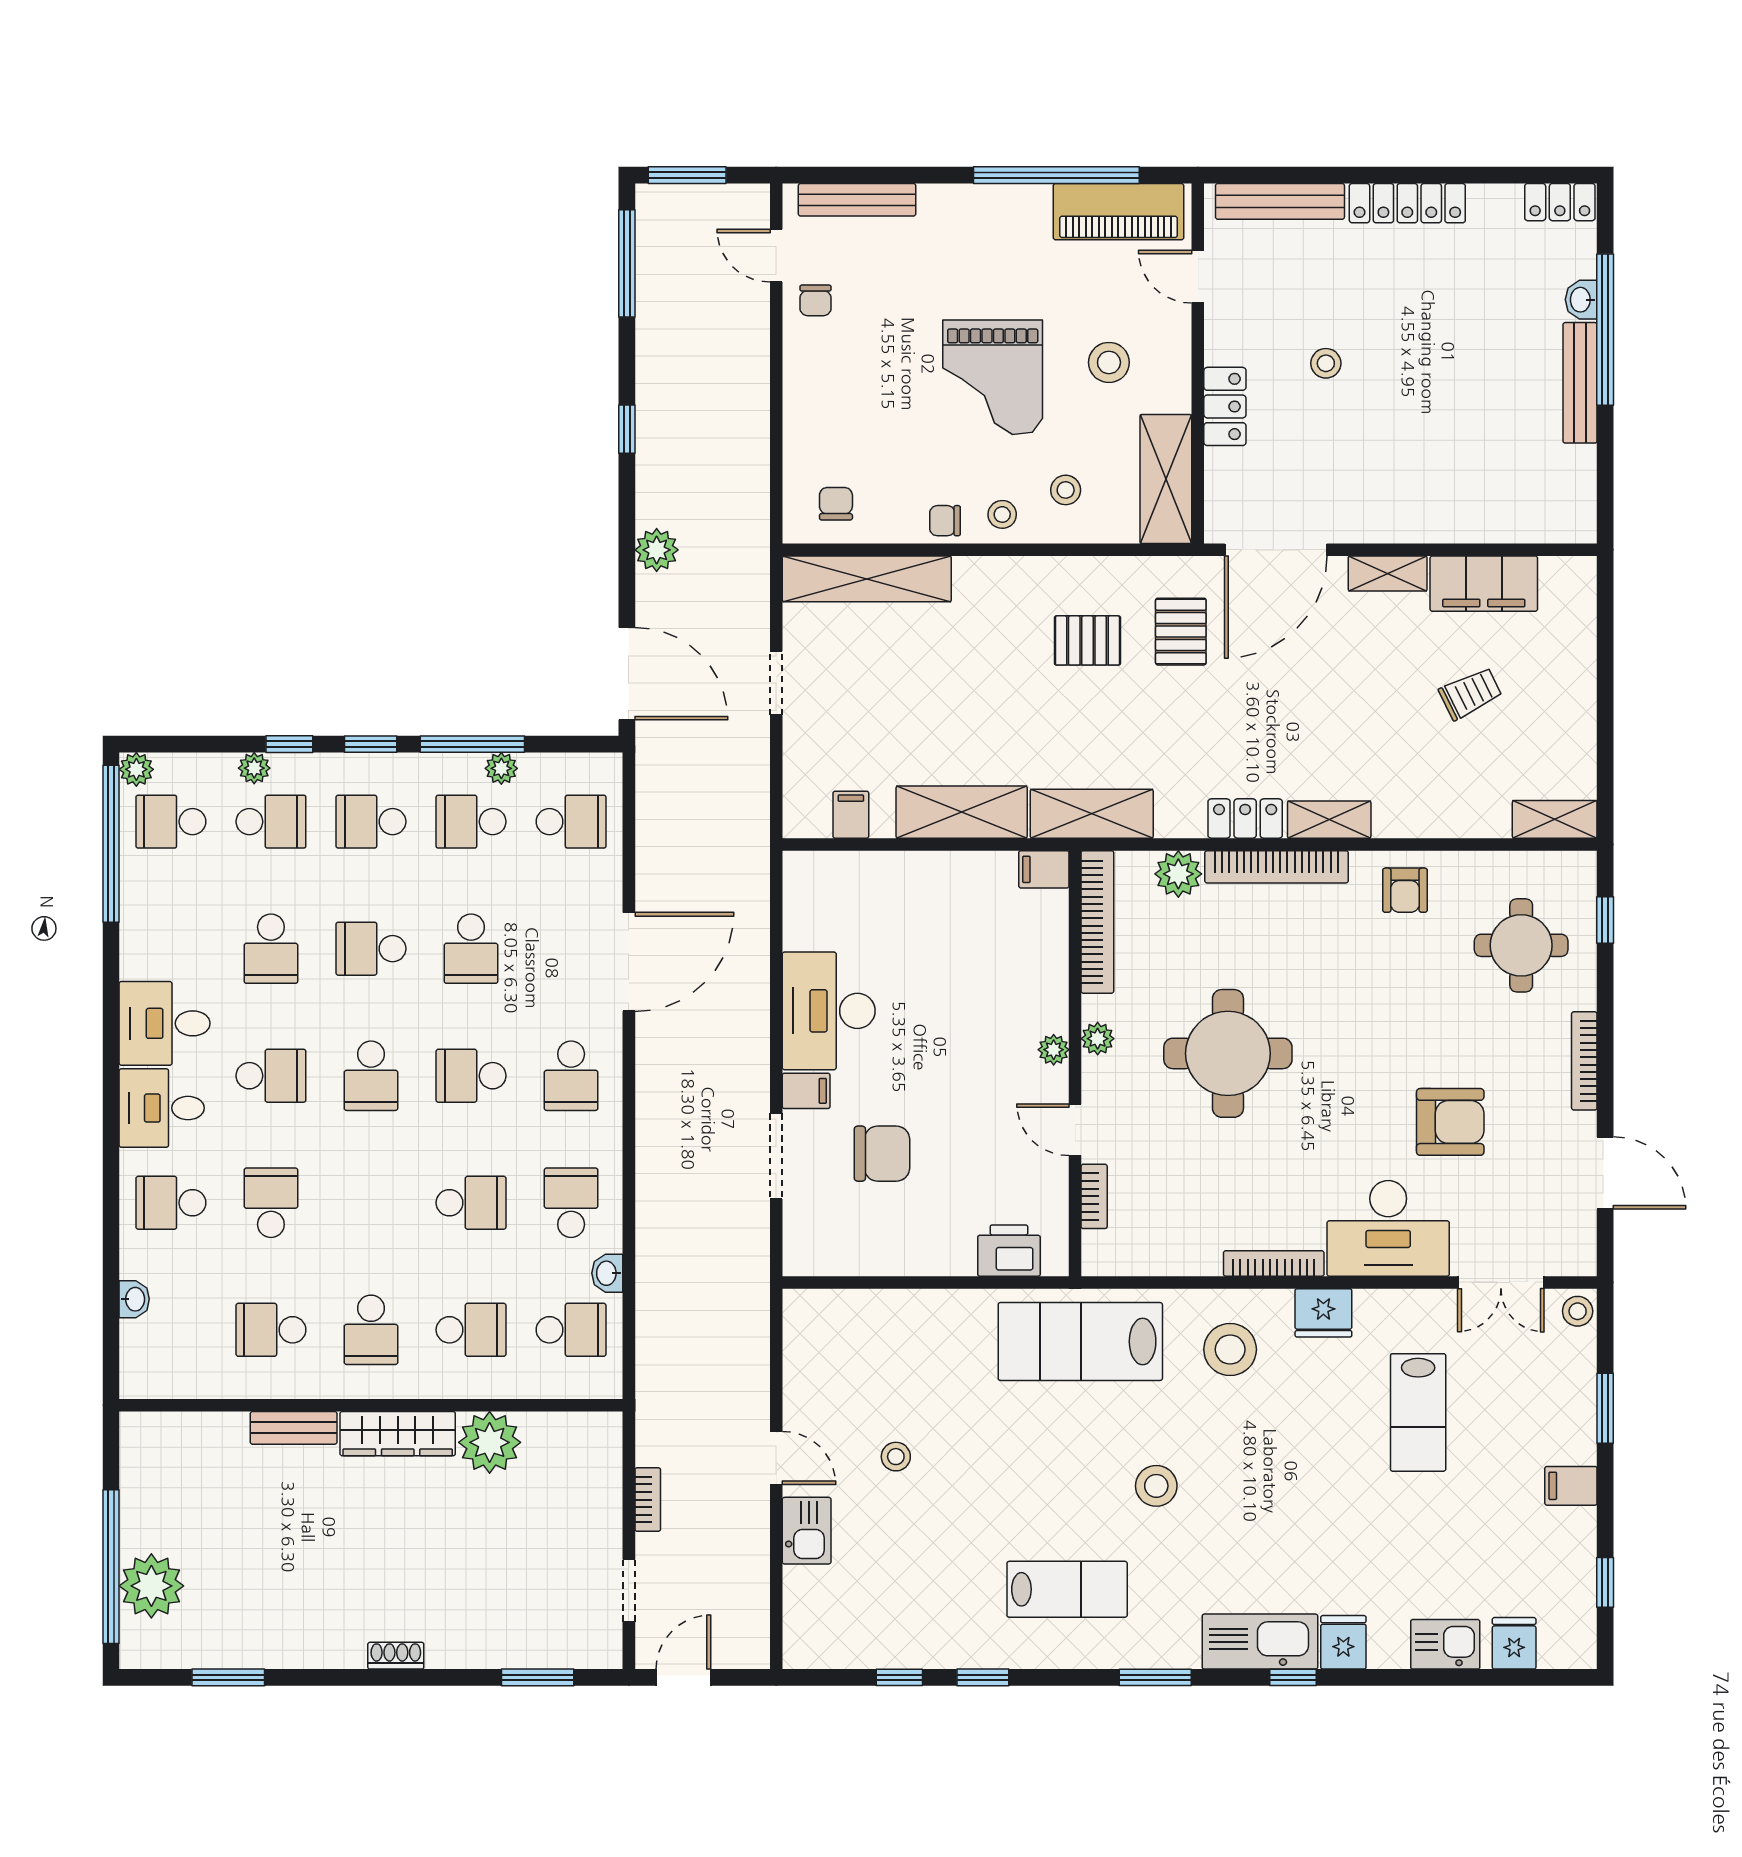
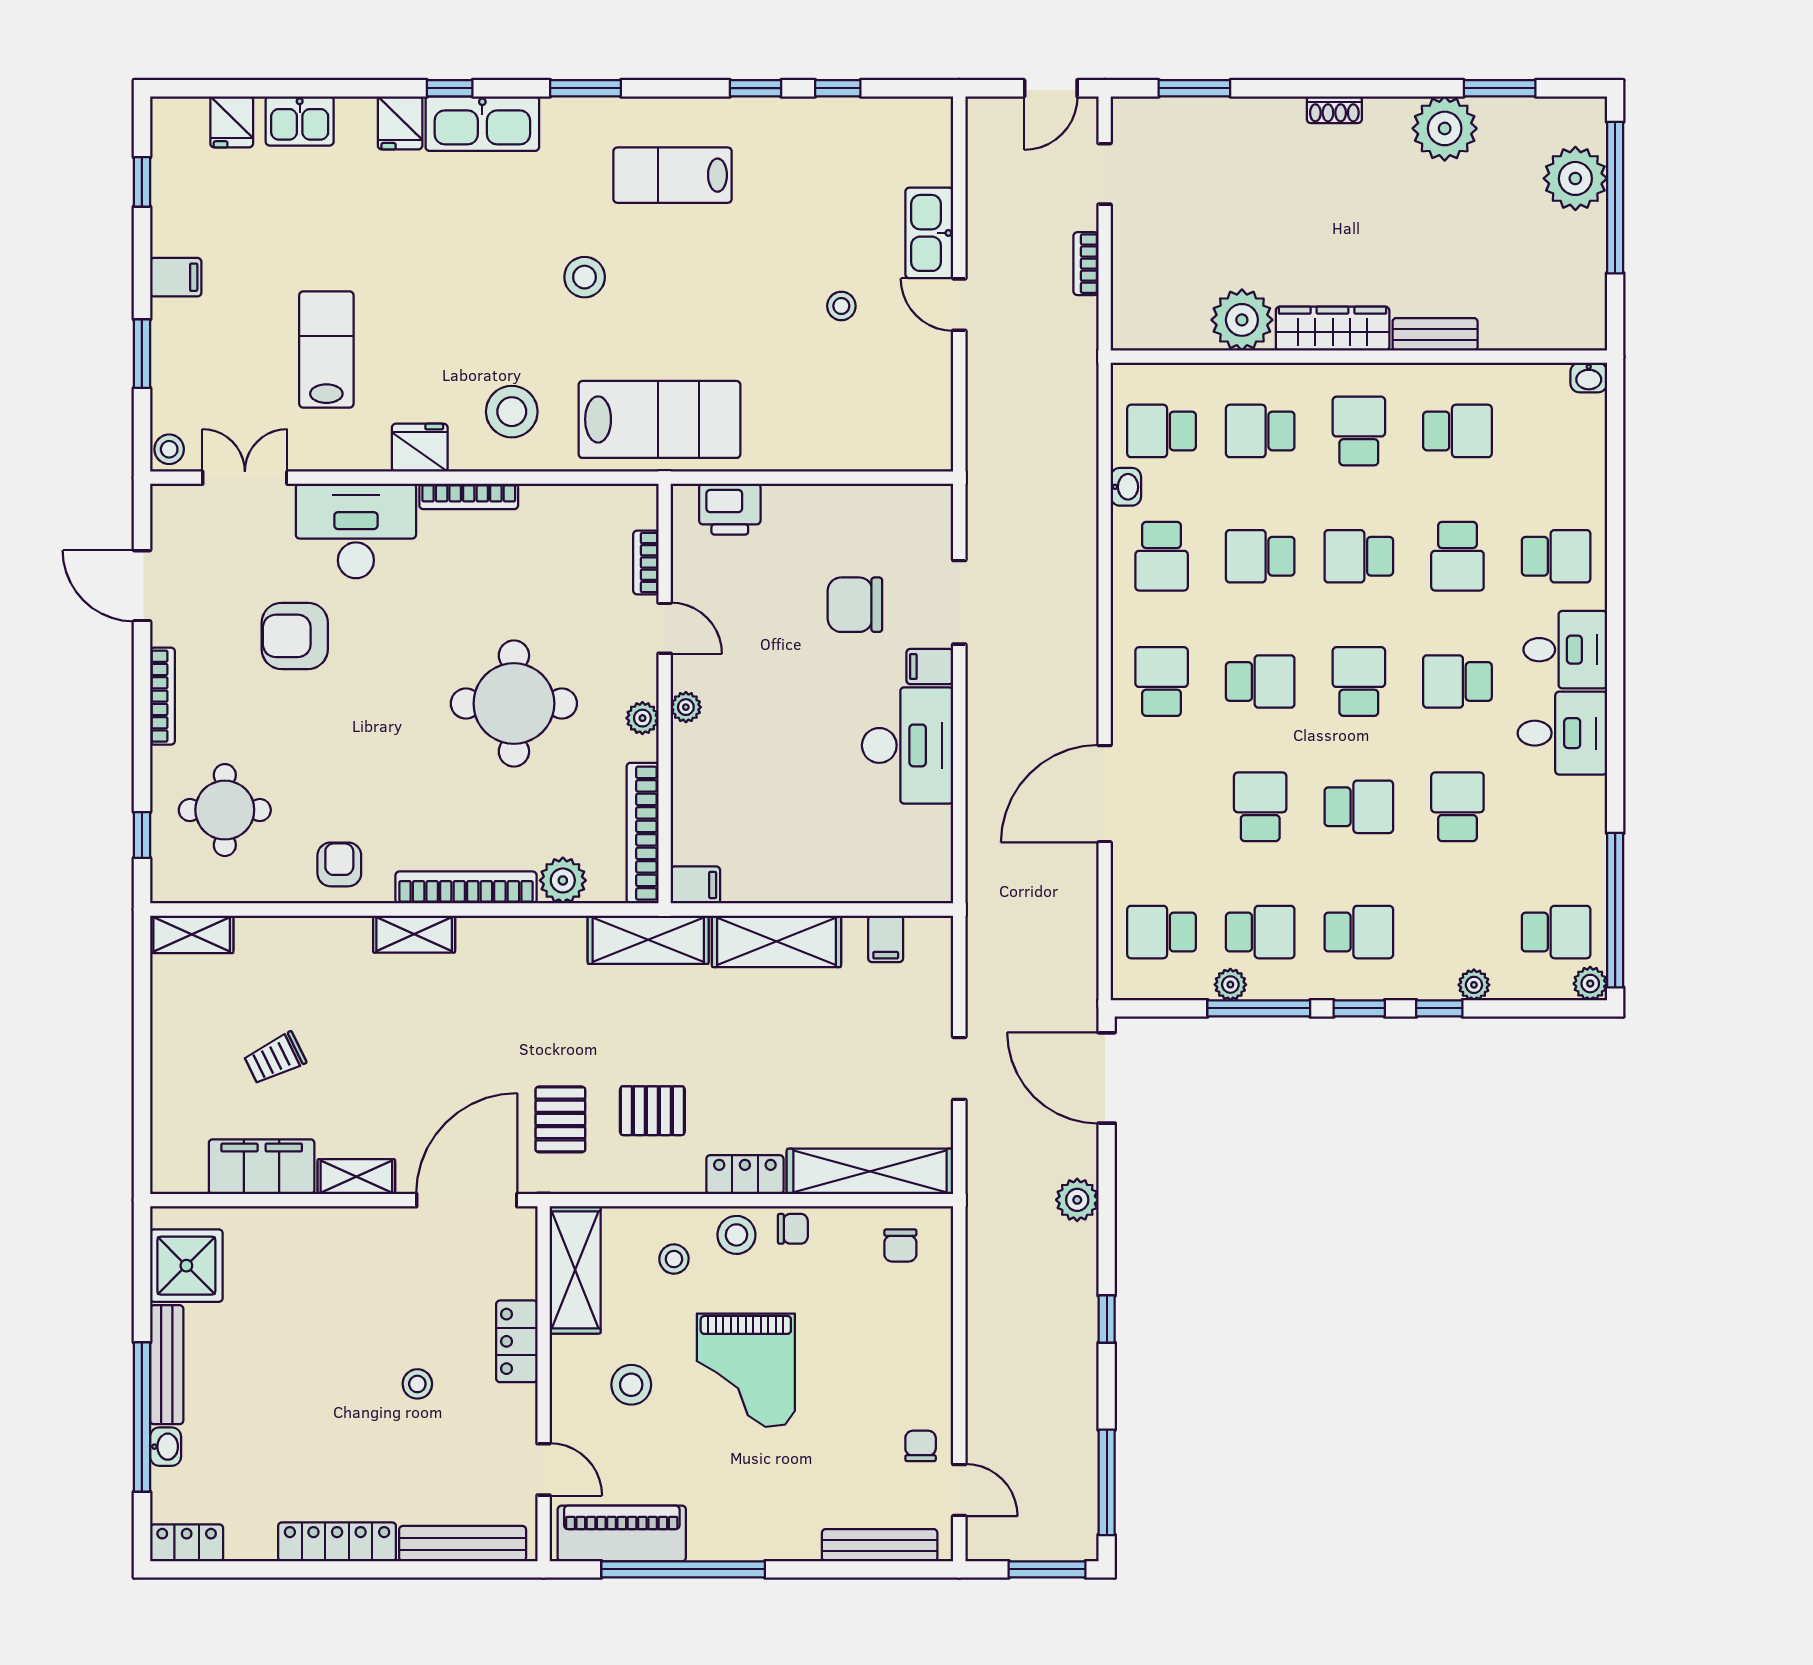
grand piano: (993, 377) -> (746, 1370), turned 180
shower: (1560, 483) -> (186, 1266), added
stool: (1002, 514) -> (736, 1235), width x1.37, depth x1.37
locker: (1245, 819) -> (745, 1175), moved, turned 180
school desk: (271, 822) -> (1359, 556), moved
washbasin: (134, 1299) -> (1589, 377), moved, turned -90
kitchen sink: (807, 1531) -> (929, 233), width x1.38
plant: (284, 1637) -> (1445, 128), added

